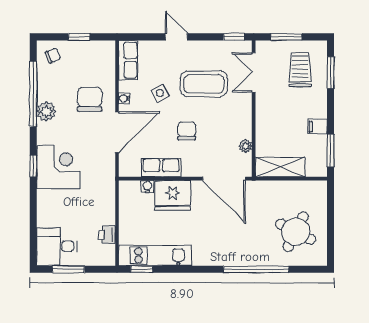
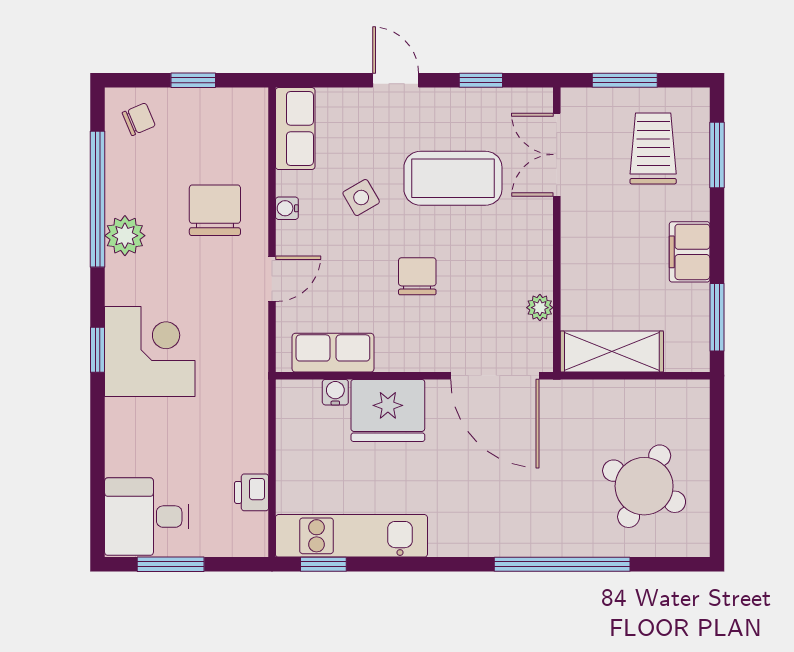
window: (234, 37) -> (481, 80), moved
filing cabinet: (317, 127) -> (690, 252), width x2.00
door: (117, 132) -> (272, 279), width x0.53
row of seats: (161, 168) -> (333, 353), moved

